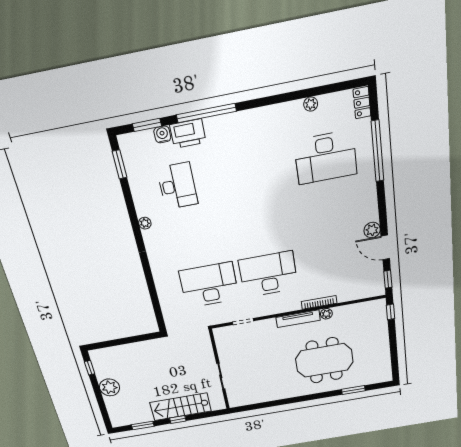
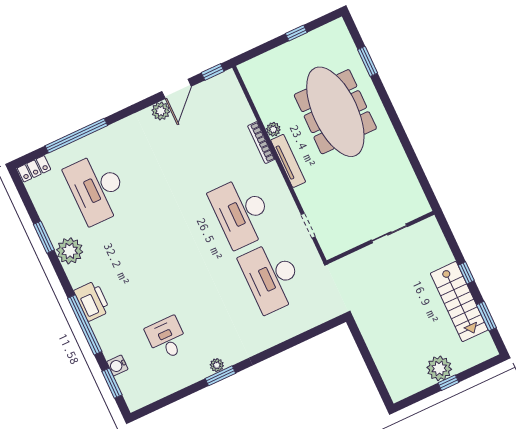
window: (297, 95) -> (44, 237), added
plant: (311, 104) -> (70, 251), moved, width x1.87, depth x1.87
printer: (188, 134) -> (92, 301), moved
desk: (326, 157) -> (97, 188), turned 180
window: (120, 164) -> (220, 376), moved
desk: (177, 186) -> (167, 338), width x0.73
window: (391, 312) -> (296, 33), moved
meeting table: (324, 360) -> (335, 112), width x1.36
window: (90, 368) -> (448, 383), moved
stairs: (181, 407) -> (459, 302), moved

